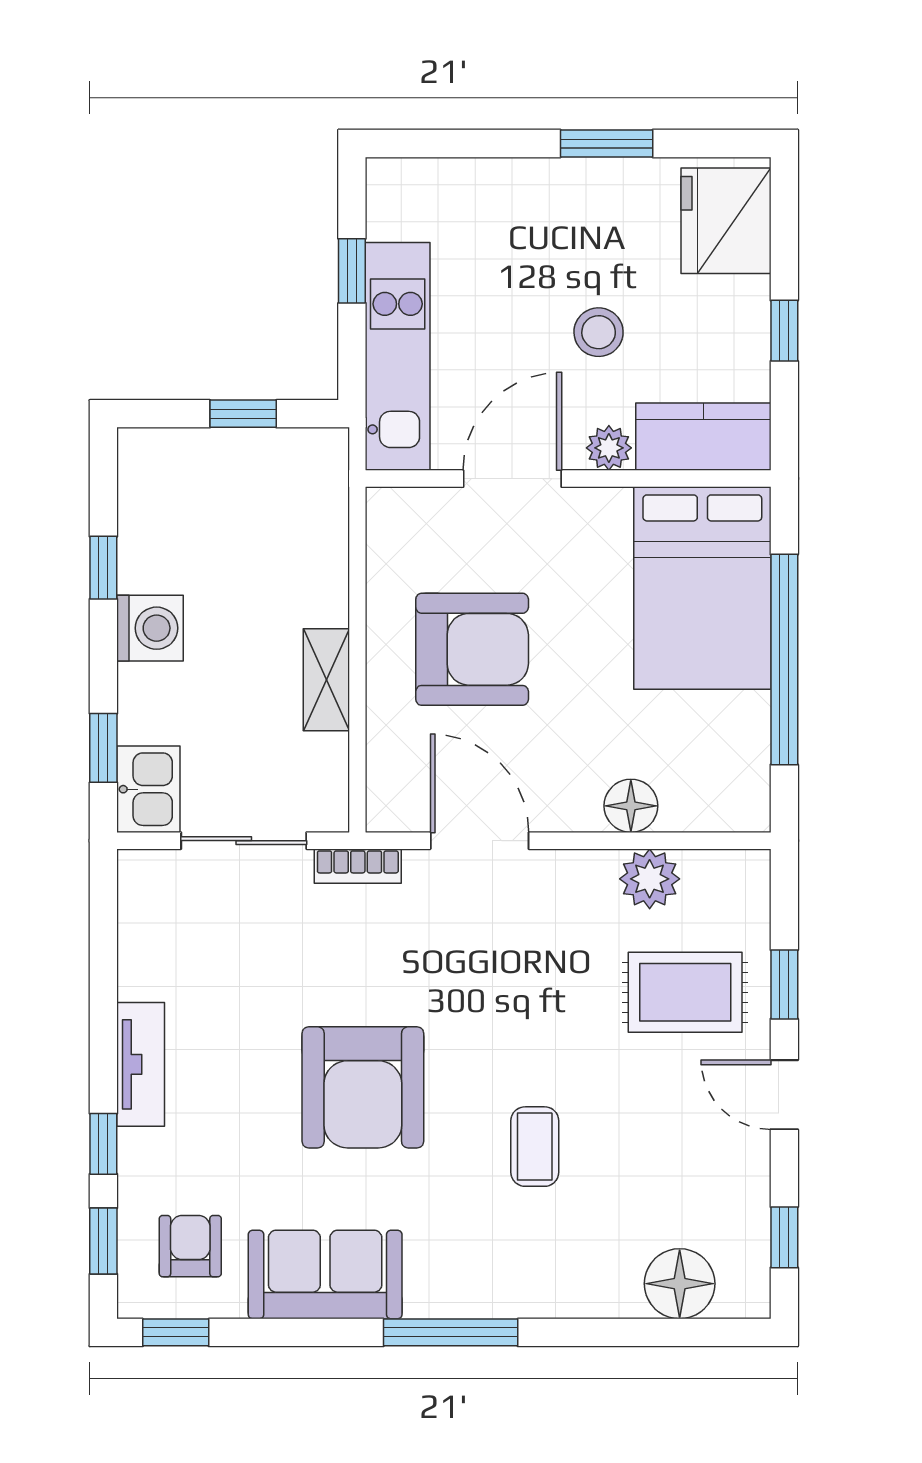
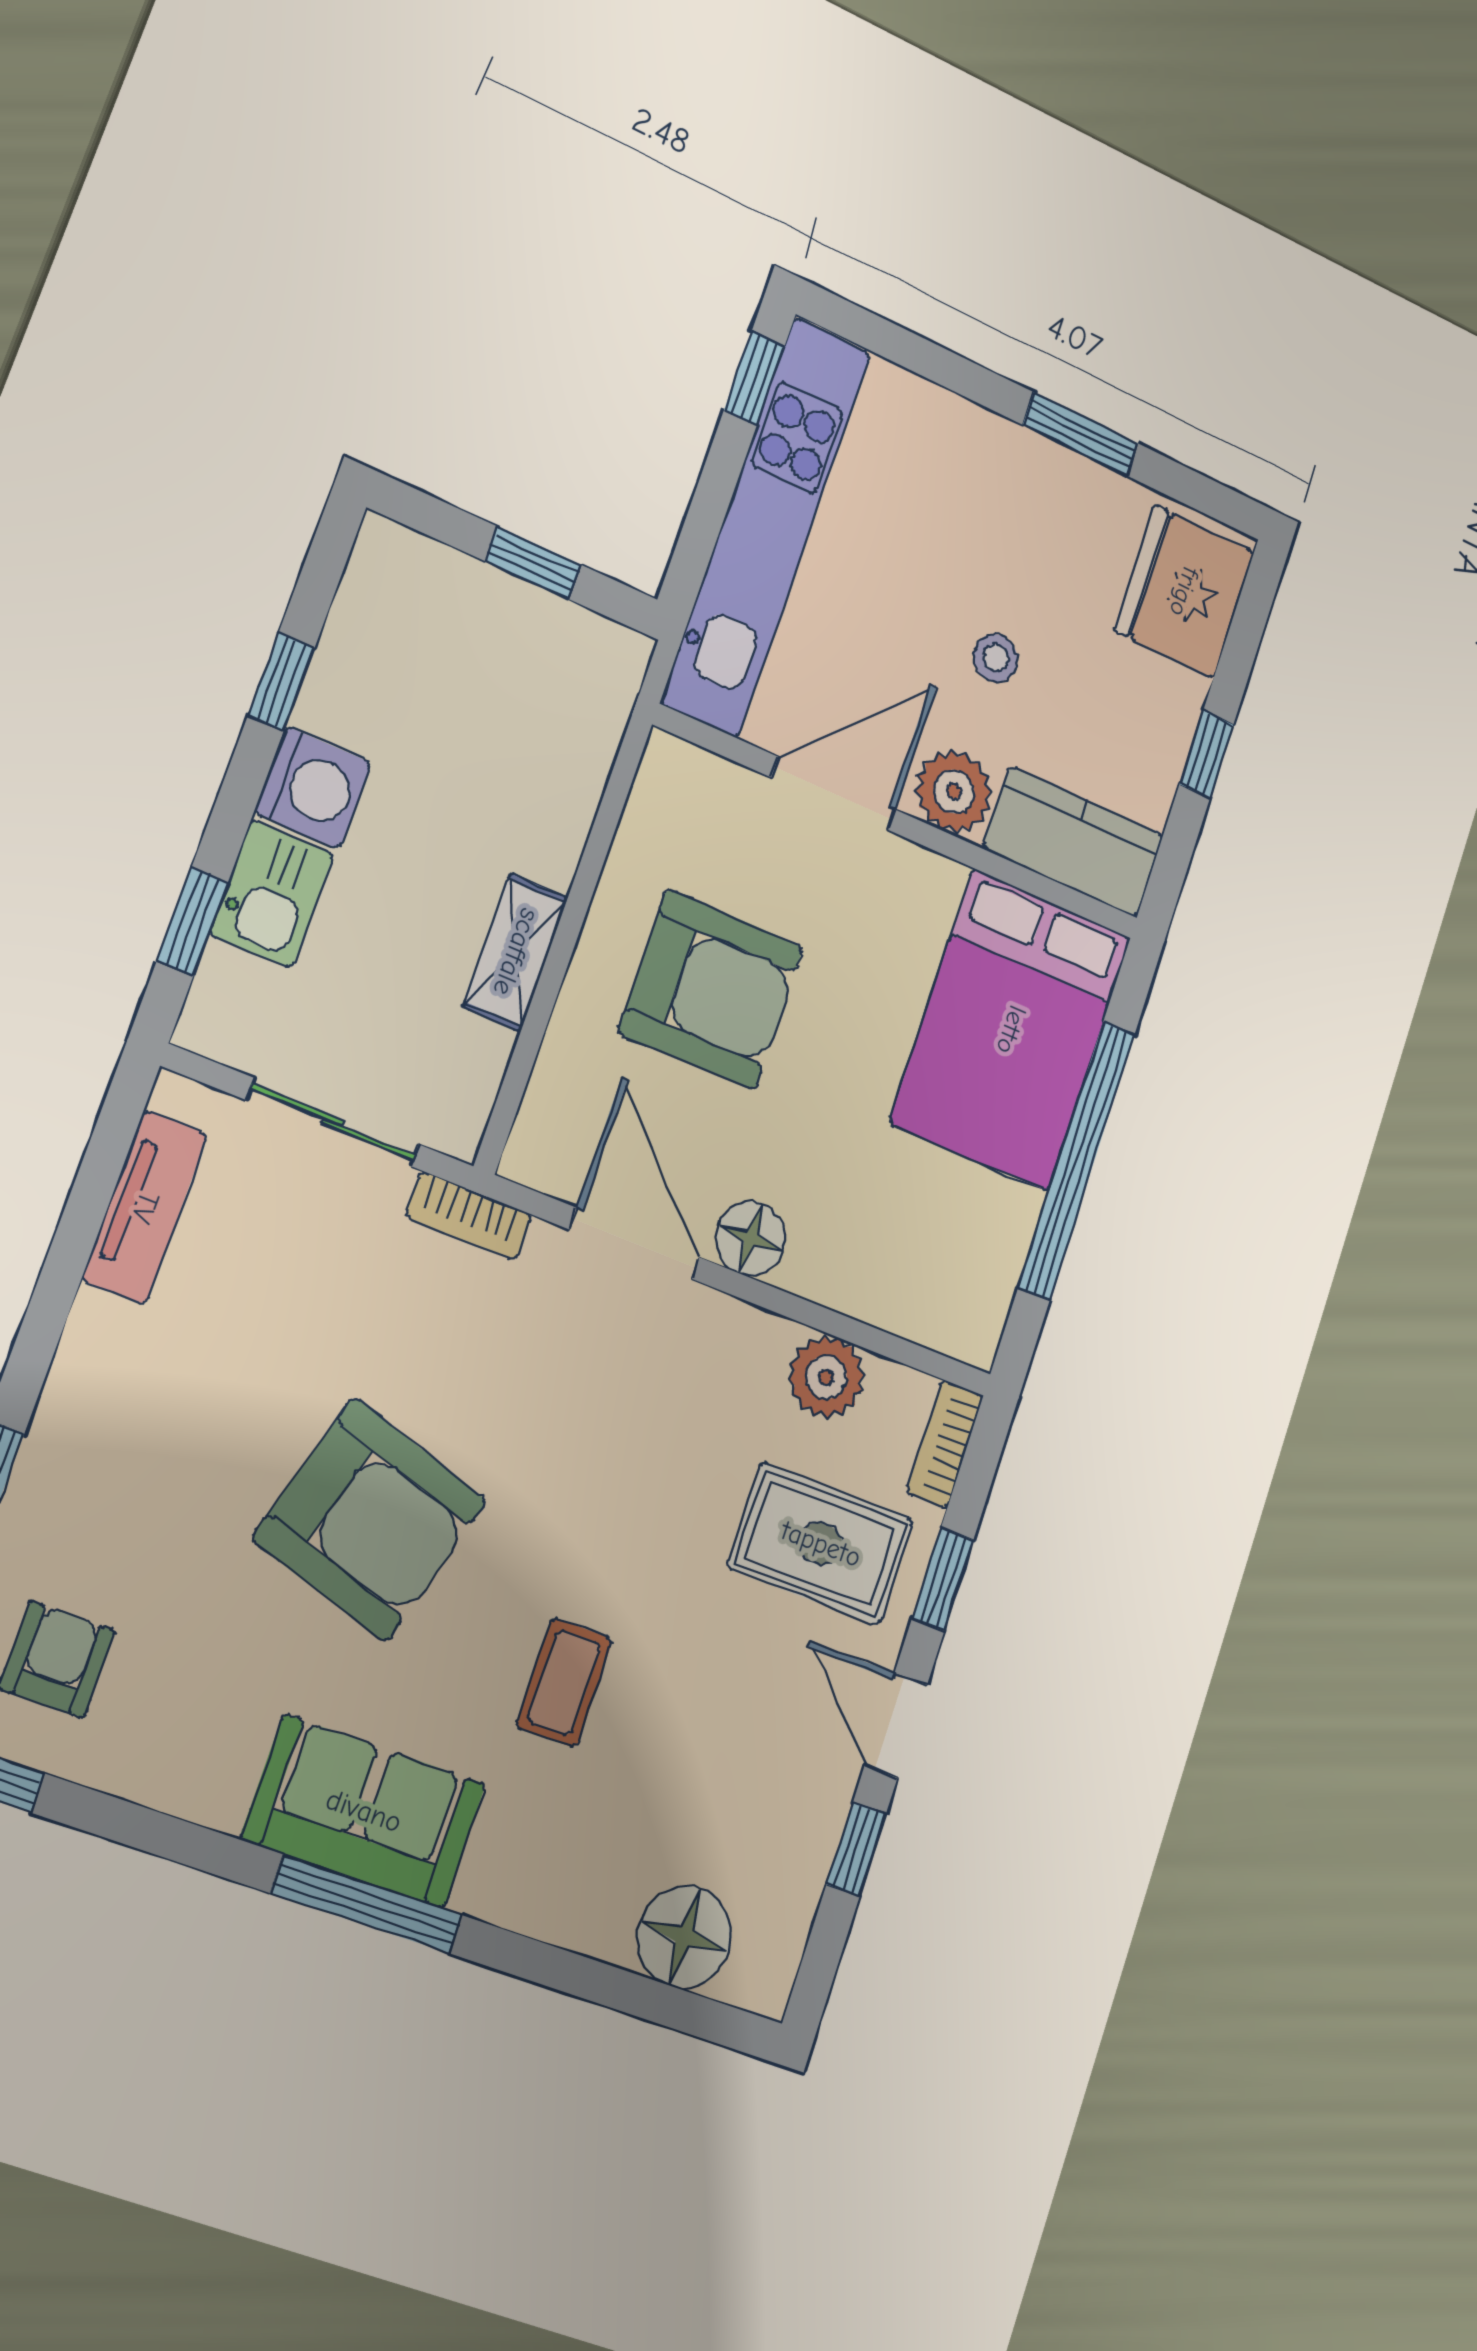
window: (352, 271) -> (754, 378), moved
stool: (599, 332) -> (996, 658), width x0.73, depth x0.73
kitchen unit: (398, 356) -> (766, 526), width x1.36
plant: (609, 448) -> (954, 791), width x1.38, depth x1.38
kitchen sink: (148, 789) -> (272, 894), moved
floor lamp: (631, 806) -> (751, 1238), moved
bookcase: (753, 892) -> (945, 1444), added
tv unit: (141, 1064) -> (145, 1207), moved
armchair: (363, 1087) -> (370, 1520), turned -73
window: (784, 1237) -> (856, 1849), moved
sofa: (325, 1275) -> (364, 1811), moved

